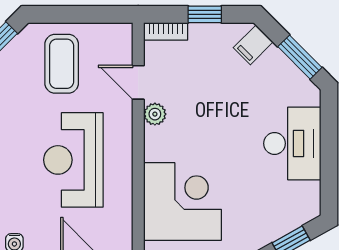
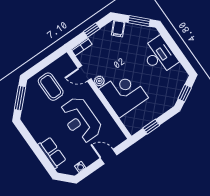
corner desk: (183, 201) -> (124, 93), moved

